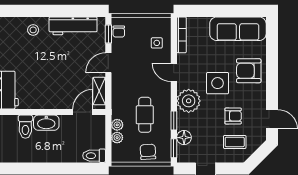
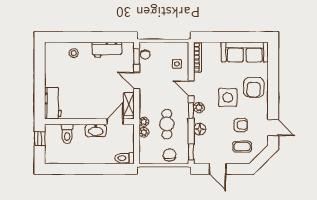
workbench: (73, 26) -> (107, 50), width x0.73
door: (108, 63) -> (137, 80), hinge flipped
armchair: (249, 71) -> (254, 87), turned -90
plant: (189, 101) -> (199, 108), width x0.53, depth x0.53
window: (174, 121) -> (191, 111), moved
washbasin: (46, 123) -> (96, 131), moved
plant: (117, 138) -> (144, 122), moved
floor lamp: (184, 138) -> (200, 129), moved

